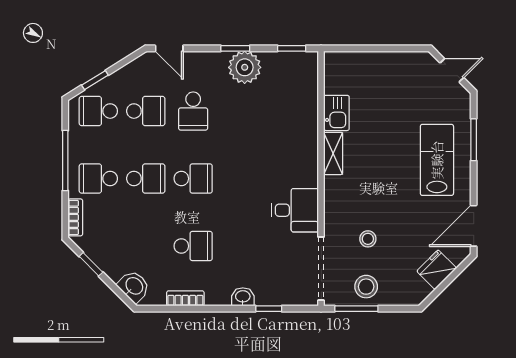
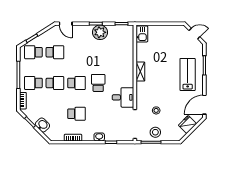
school desk: (193, 111) -> (98, 83), moved, turned 180
kitchen sink: (336, 113) -> (142, 34), moved
washbasin: (134, 286) -> (42, 125), moved

